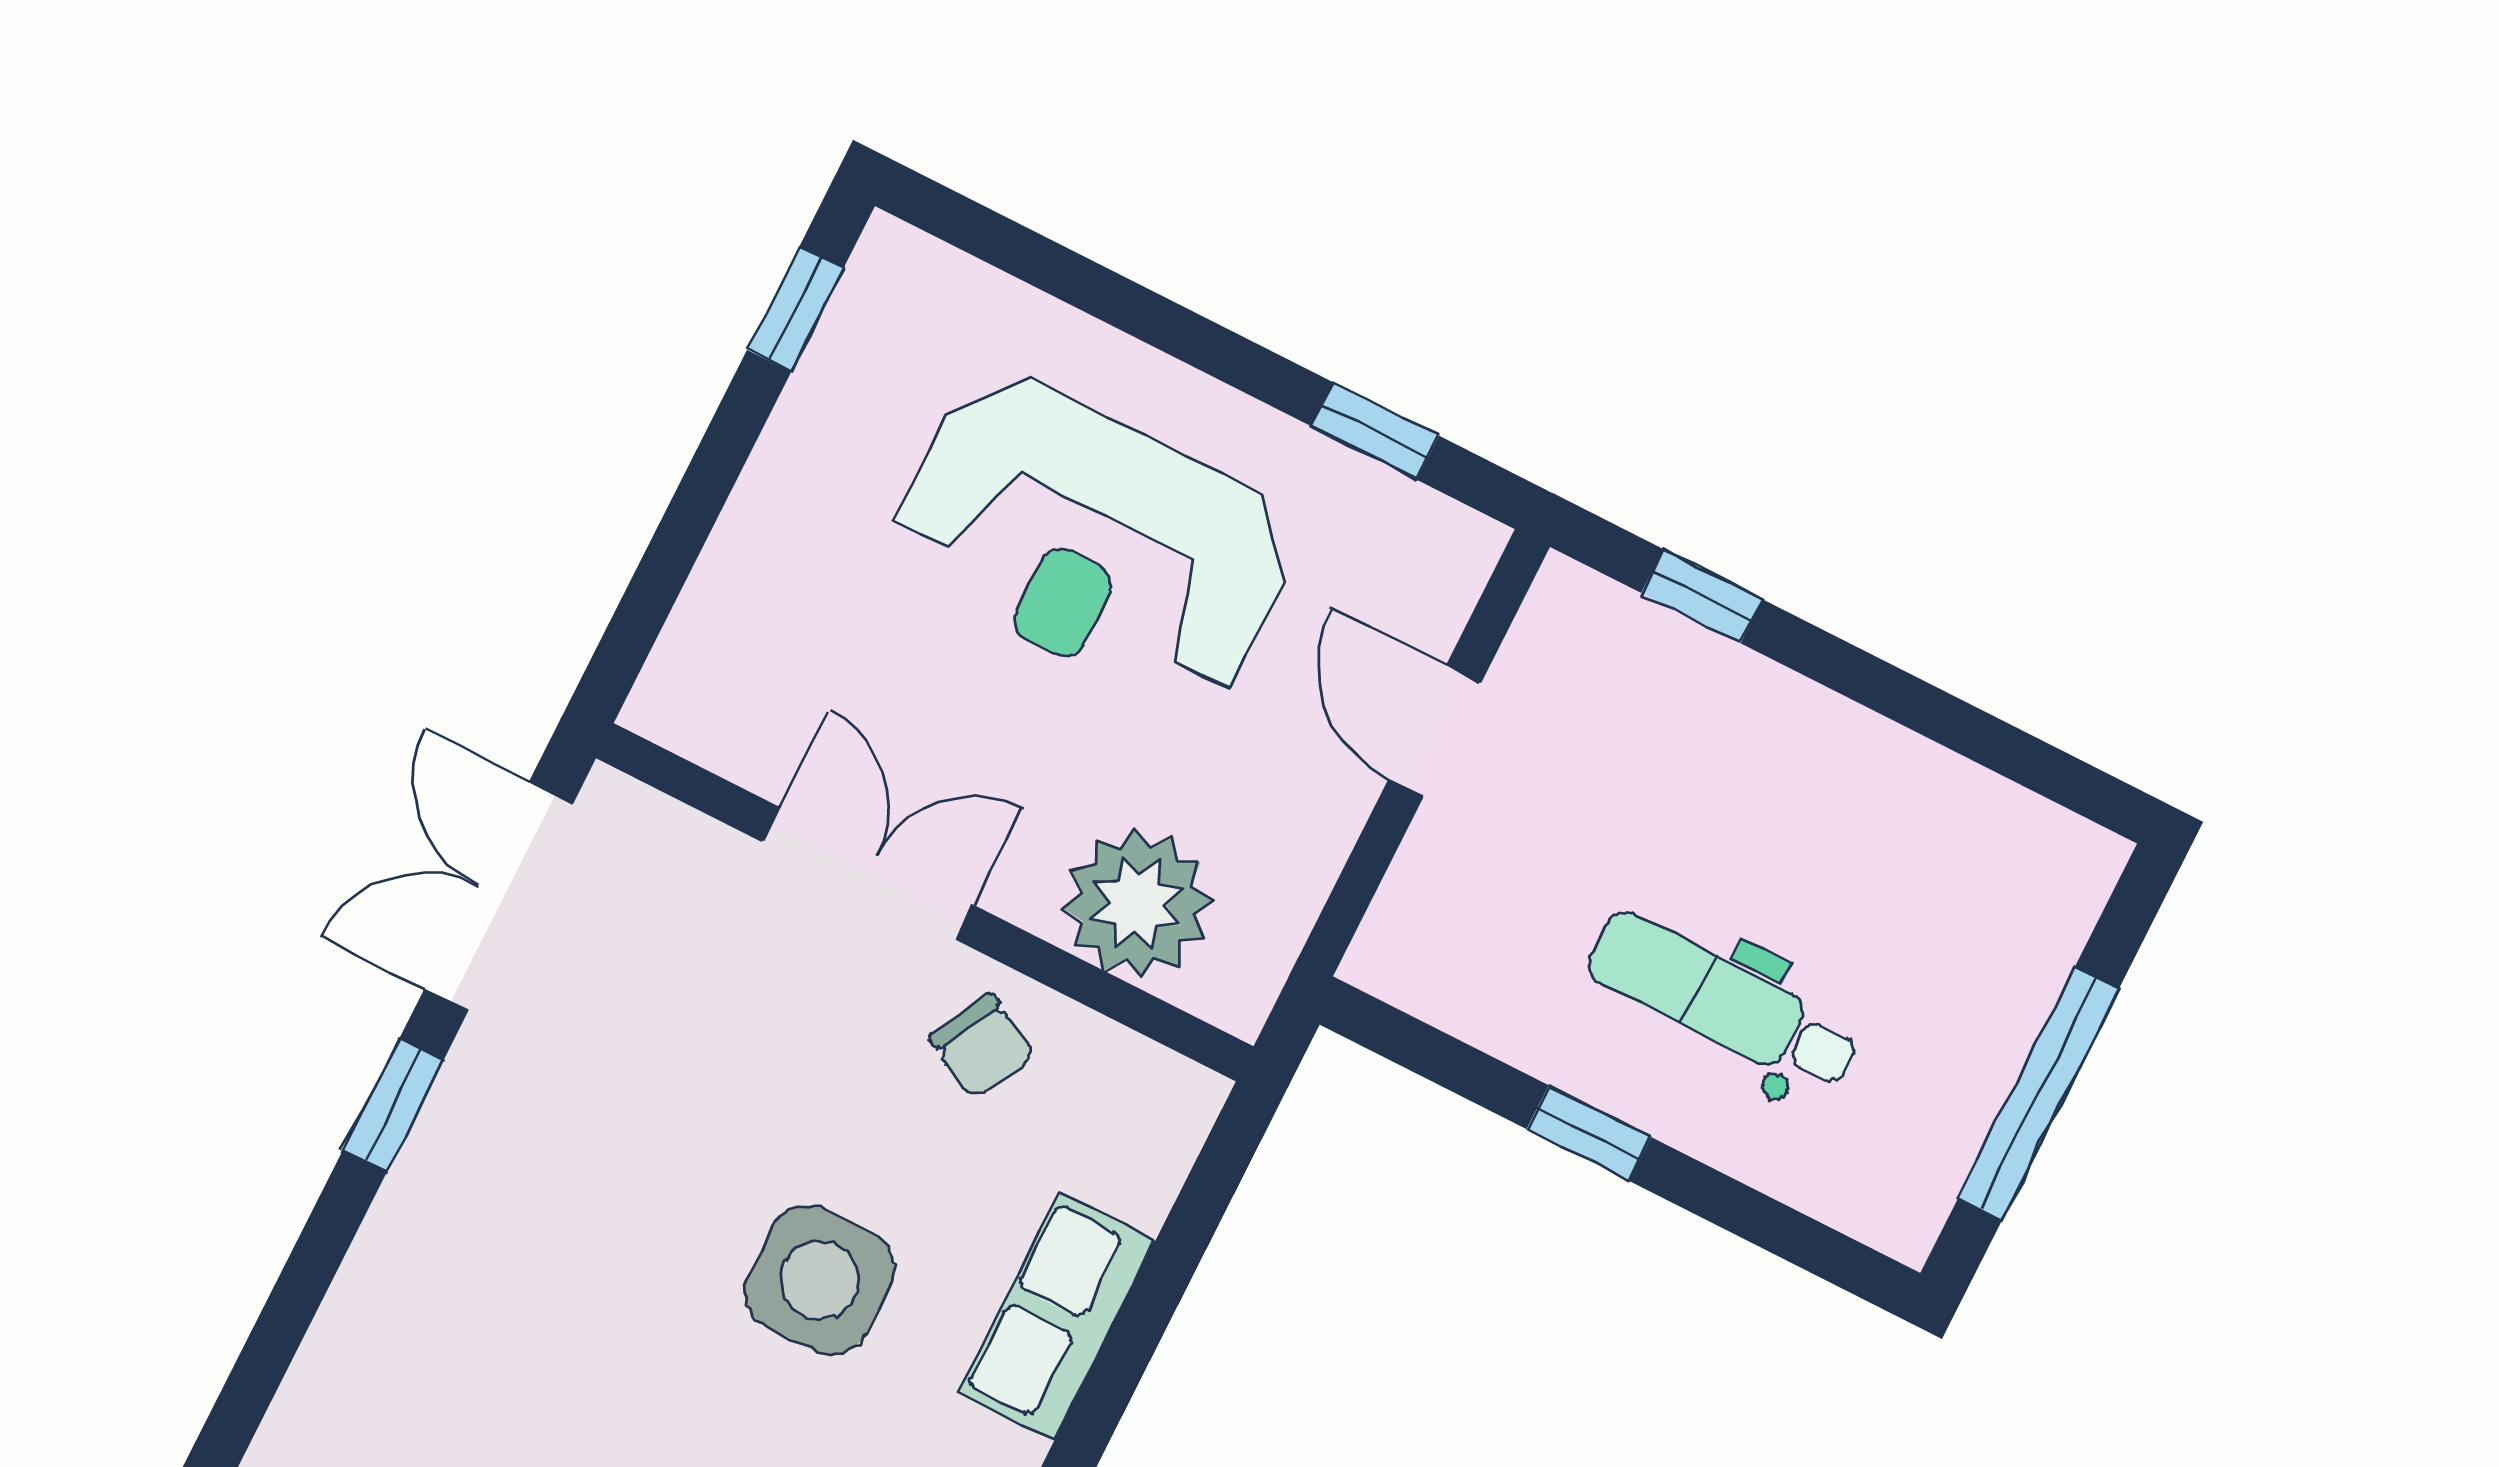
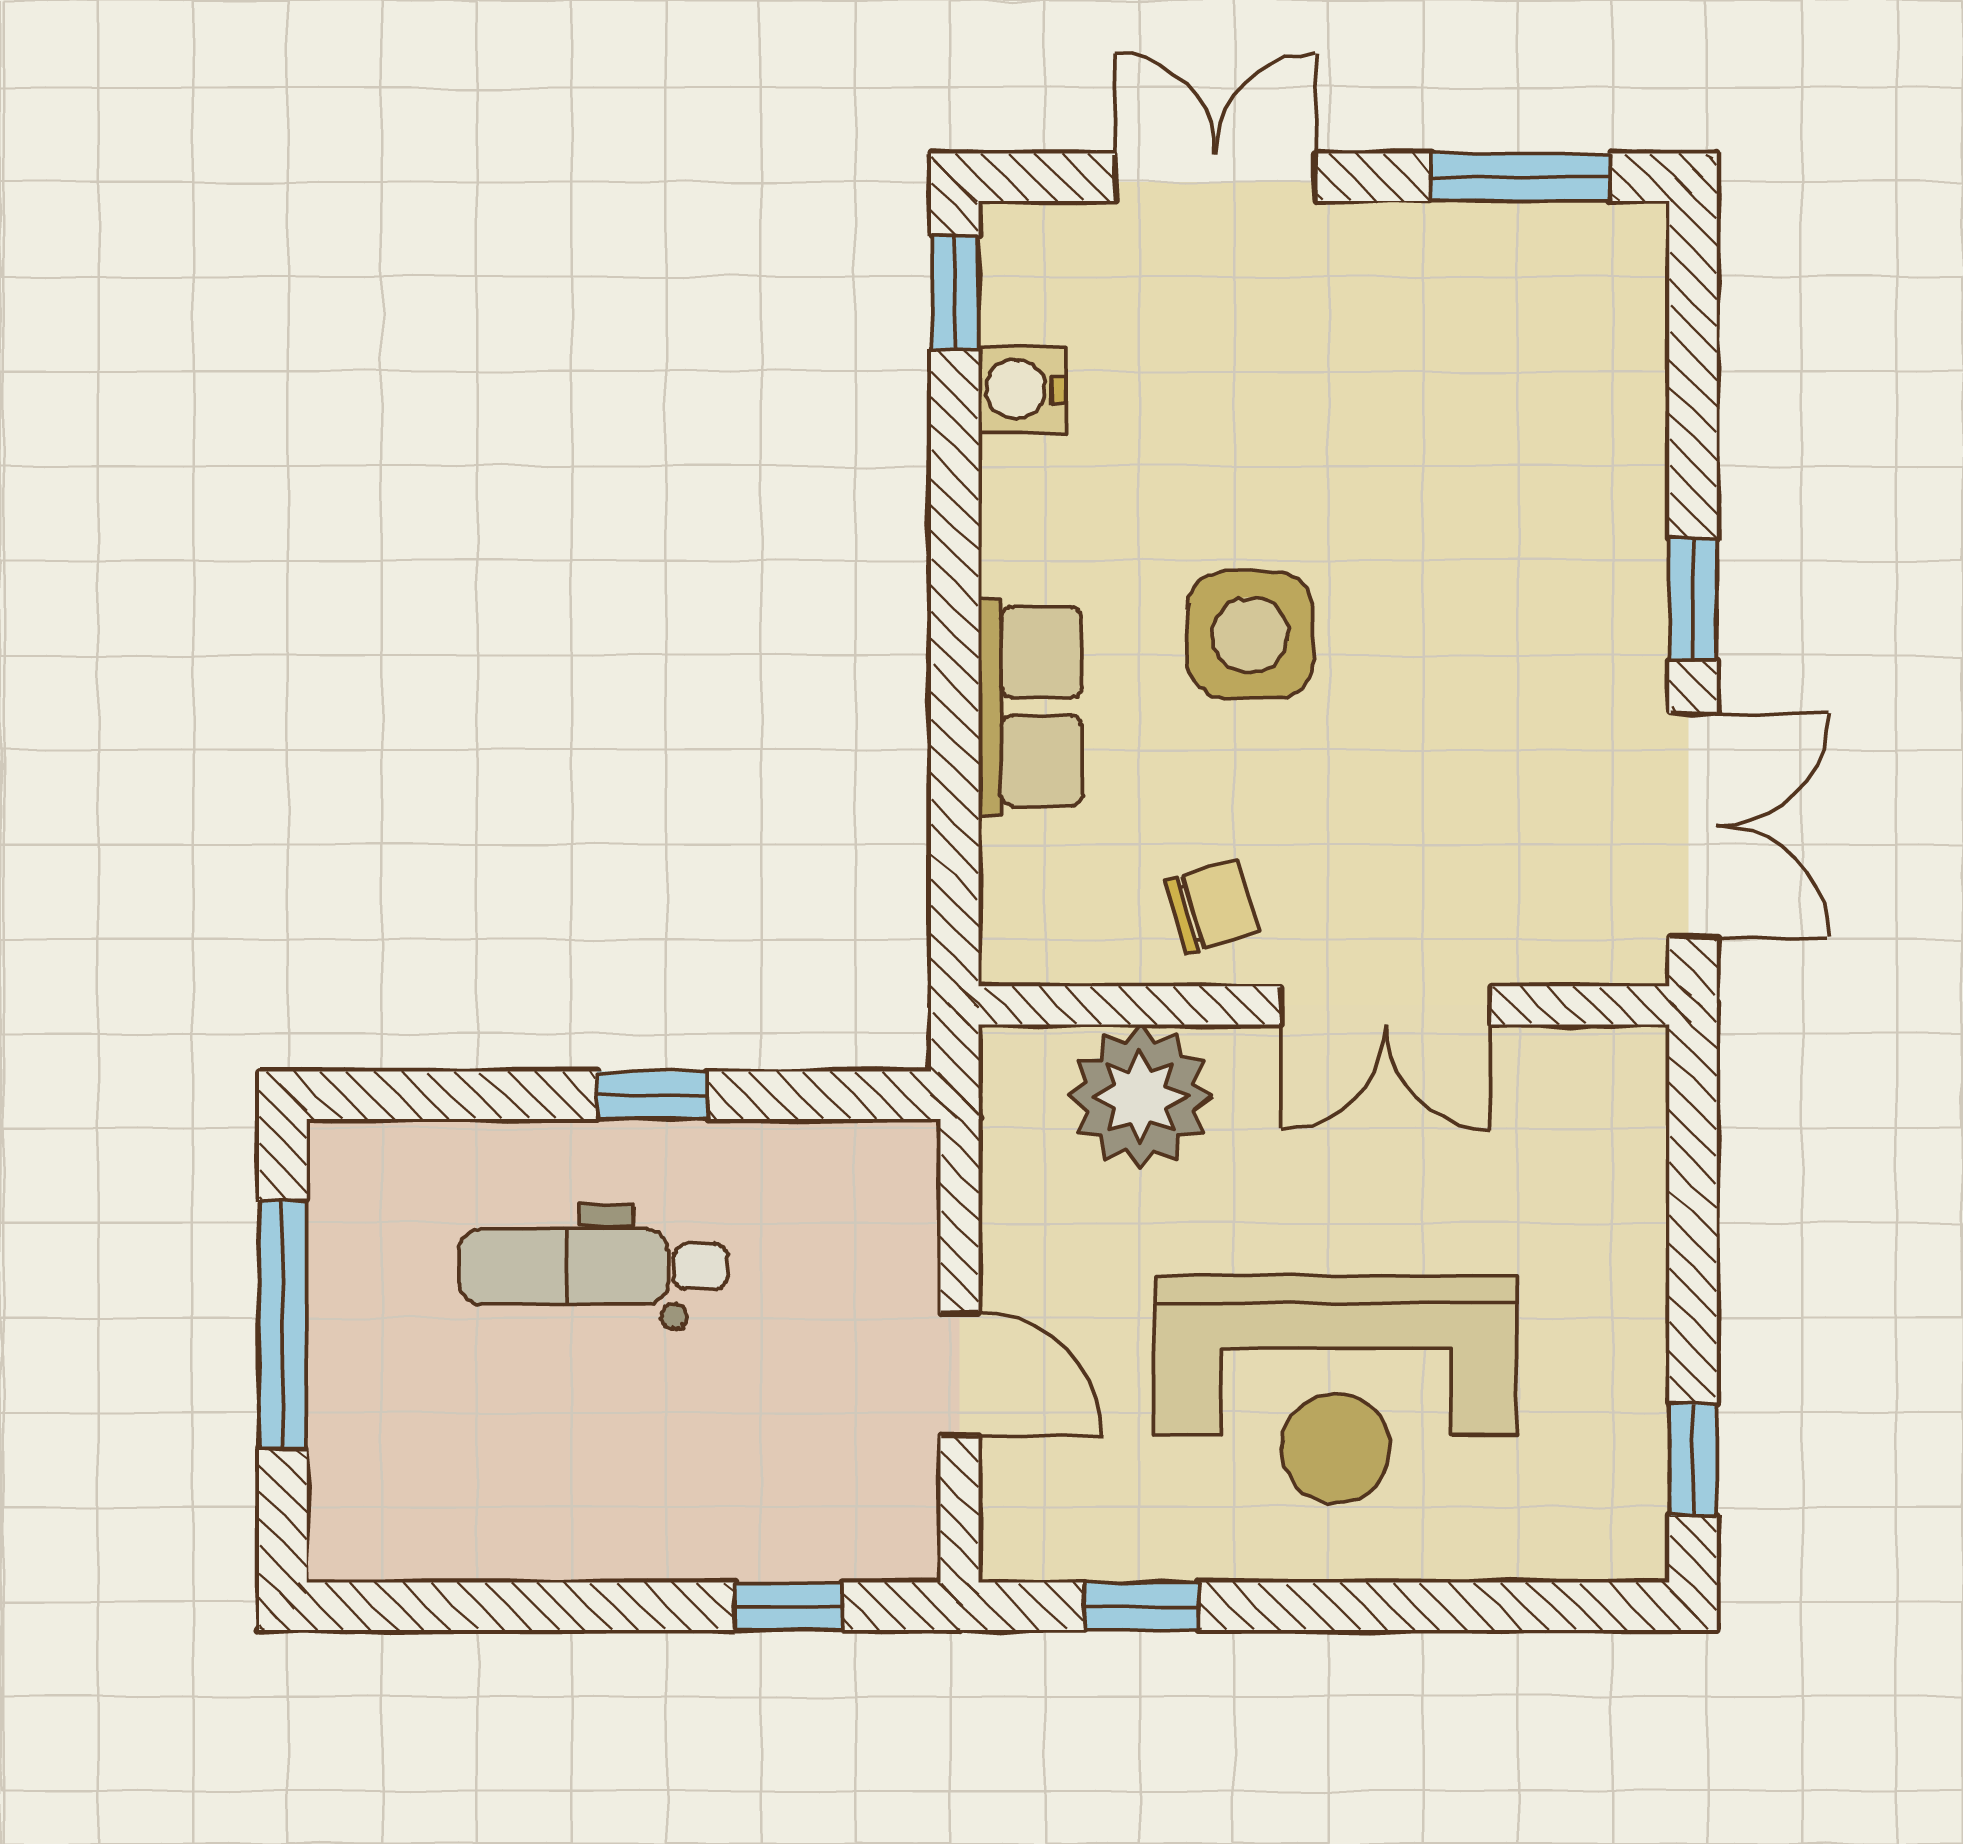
reception desk: (1093, 541) -> (1336, 1389), turned 180
dental chair: (1724, 1002) -> (593, 1267), turned 180
chair: (982, 1046) -> (1212, 906), turned 135

